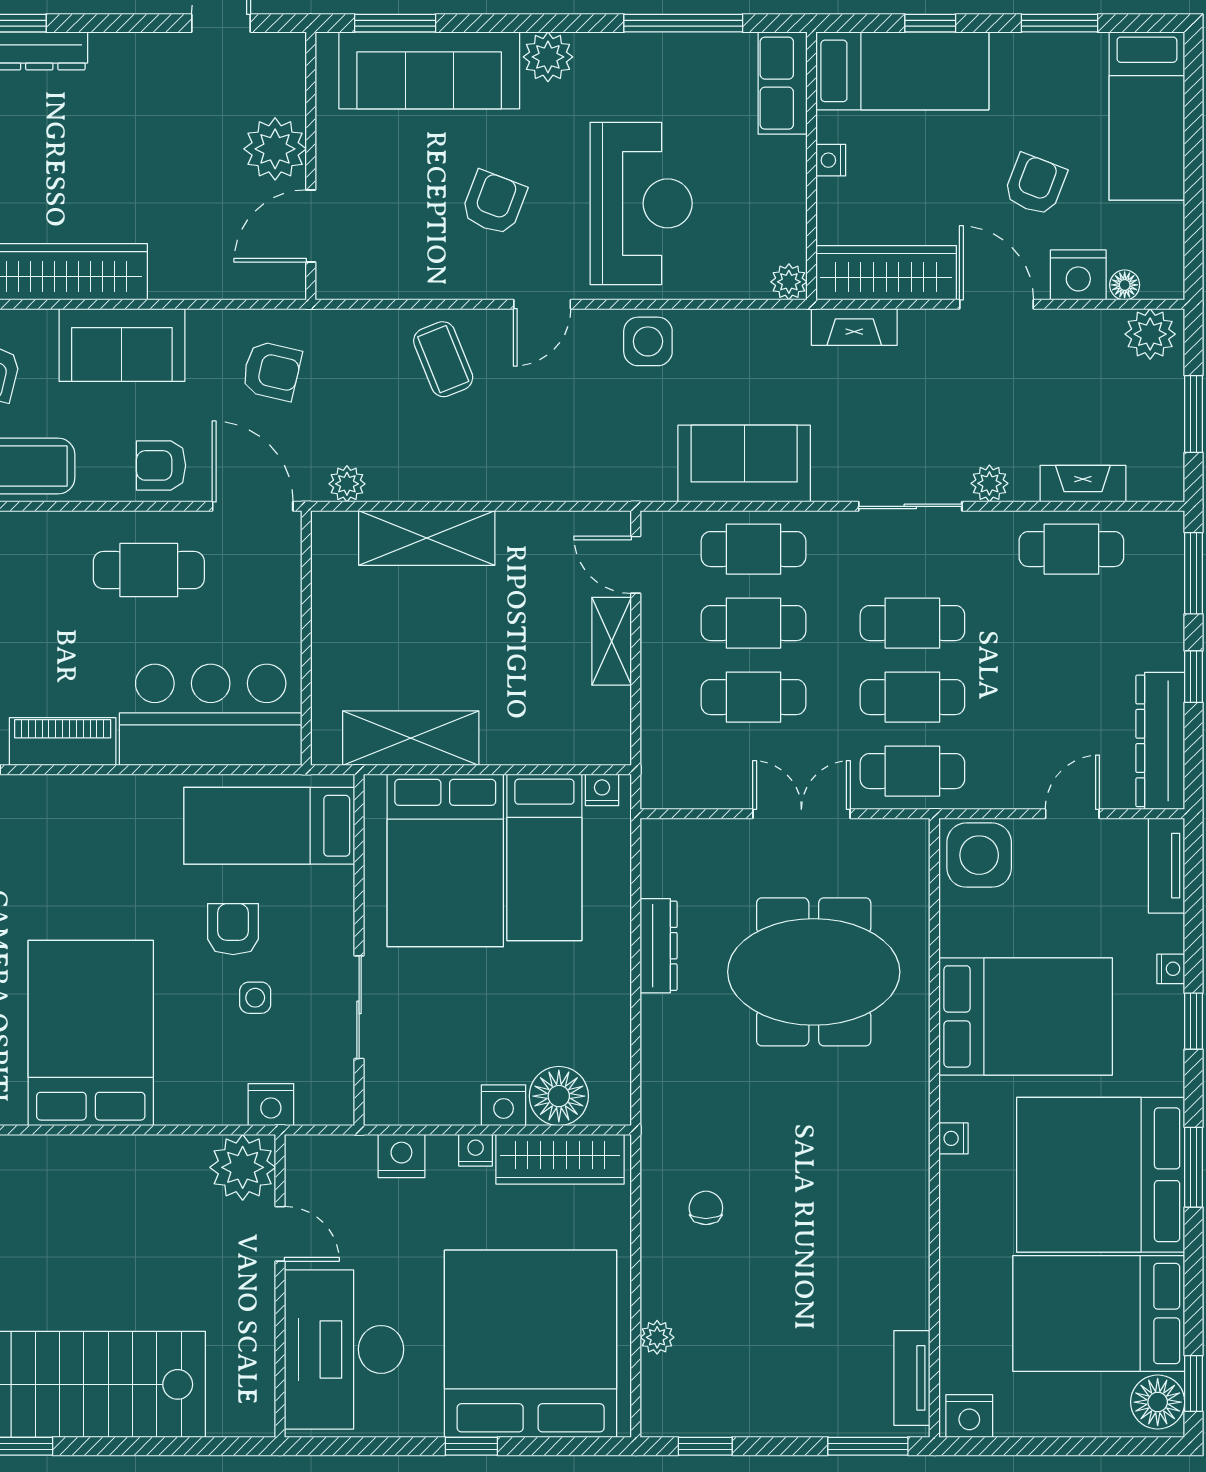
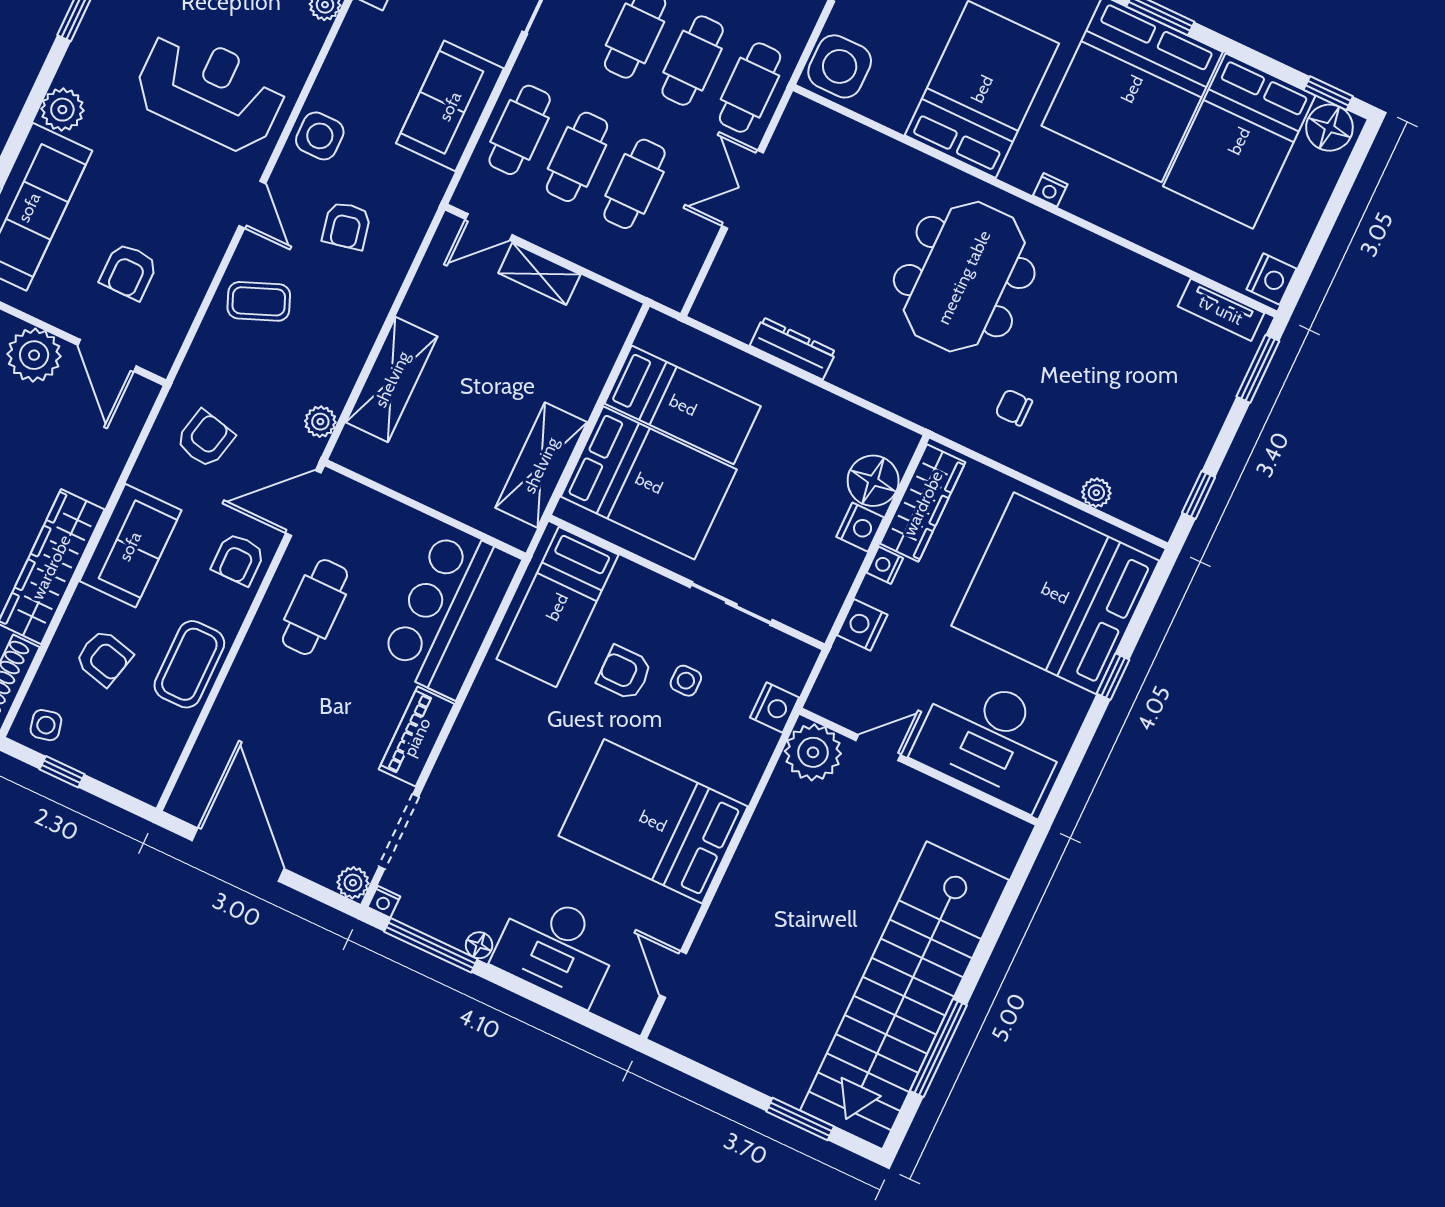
armchair: (494, 203) -> (129, 271), moved, turned -111
armchair: (567, 414) -> (346, 226), added
nightstand: (602, 790) -> (651, 335), removed
meeting table: (814, 972) -> (964, 277), moved

